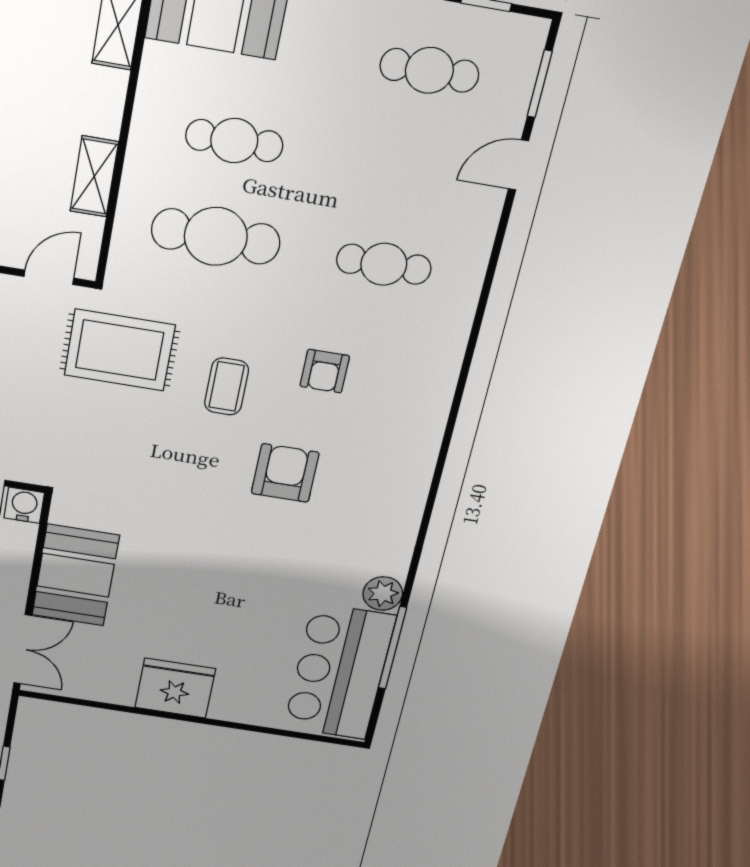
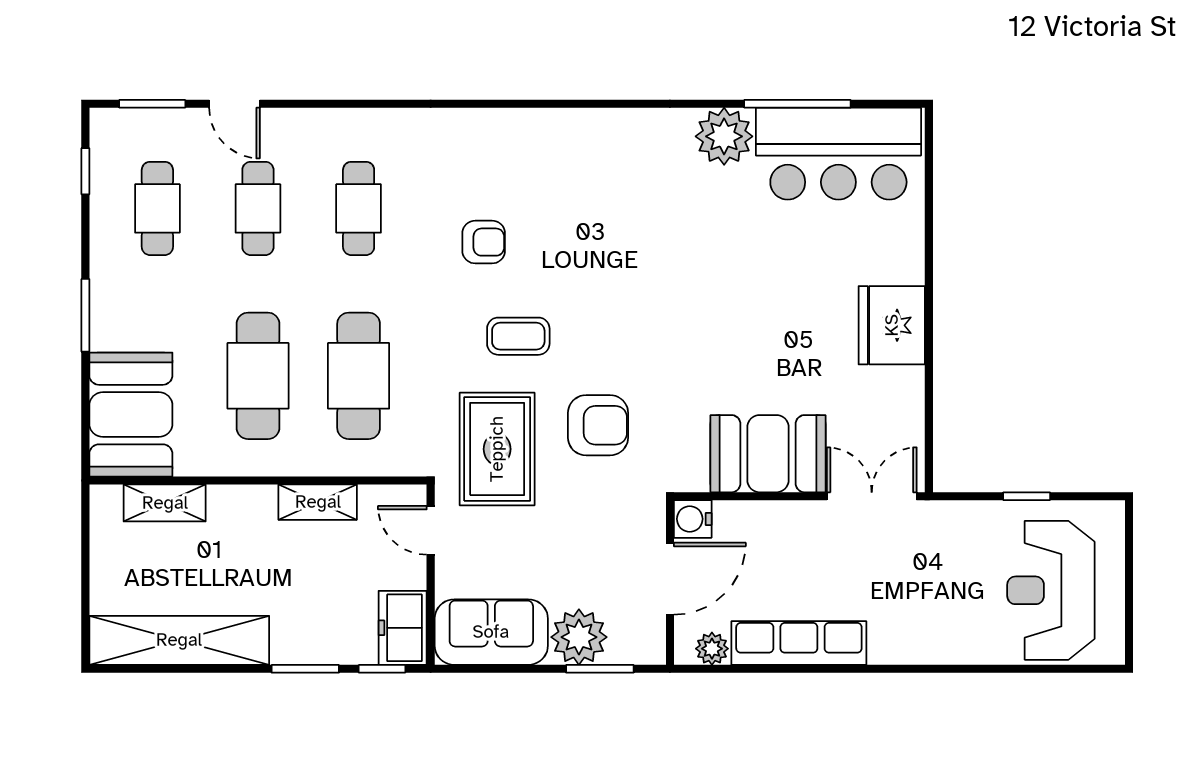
cafe table: (234, 141) -> (258, 376), width x1.37, depth x1.35
cafe table: (406, 169) -> (258, 208), added
armchair: (285, 473) -> (598, 425), moved, turned 180
plant: (383, 594) -> (724, 136), width x1.36, depth x1.36

